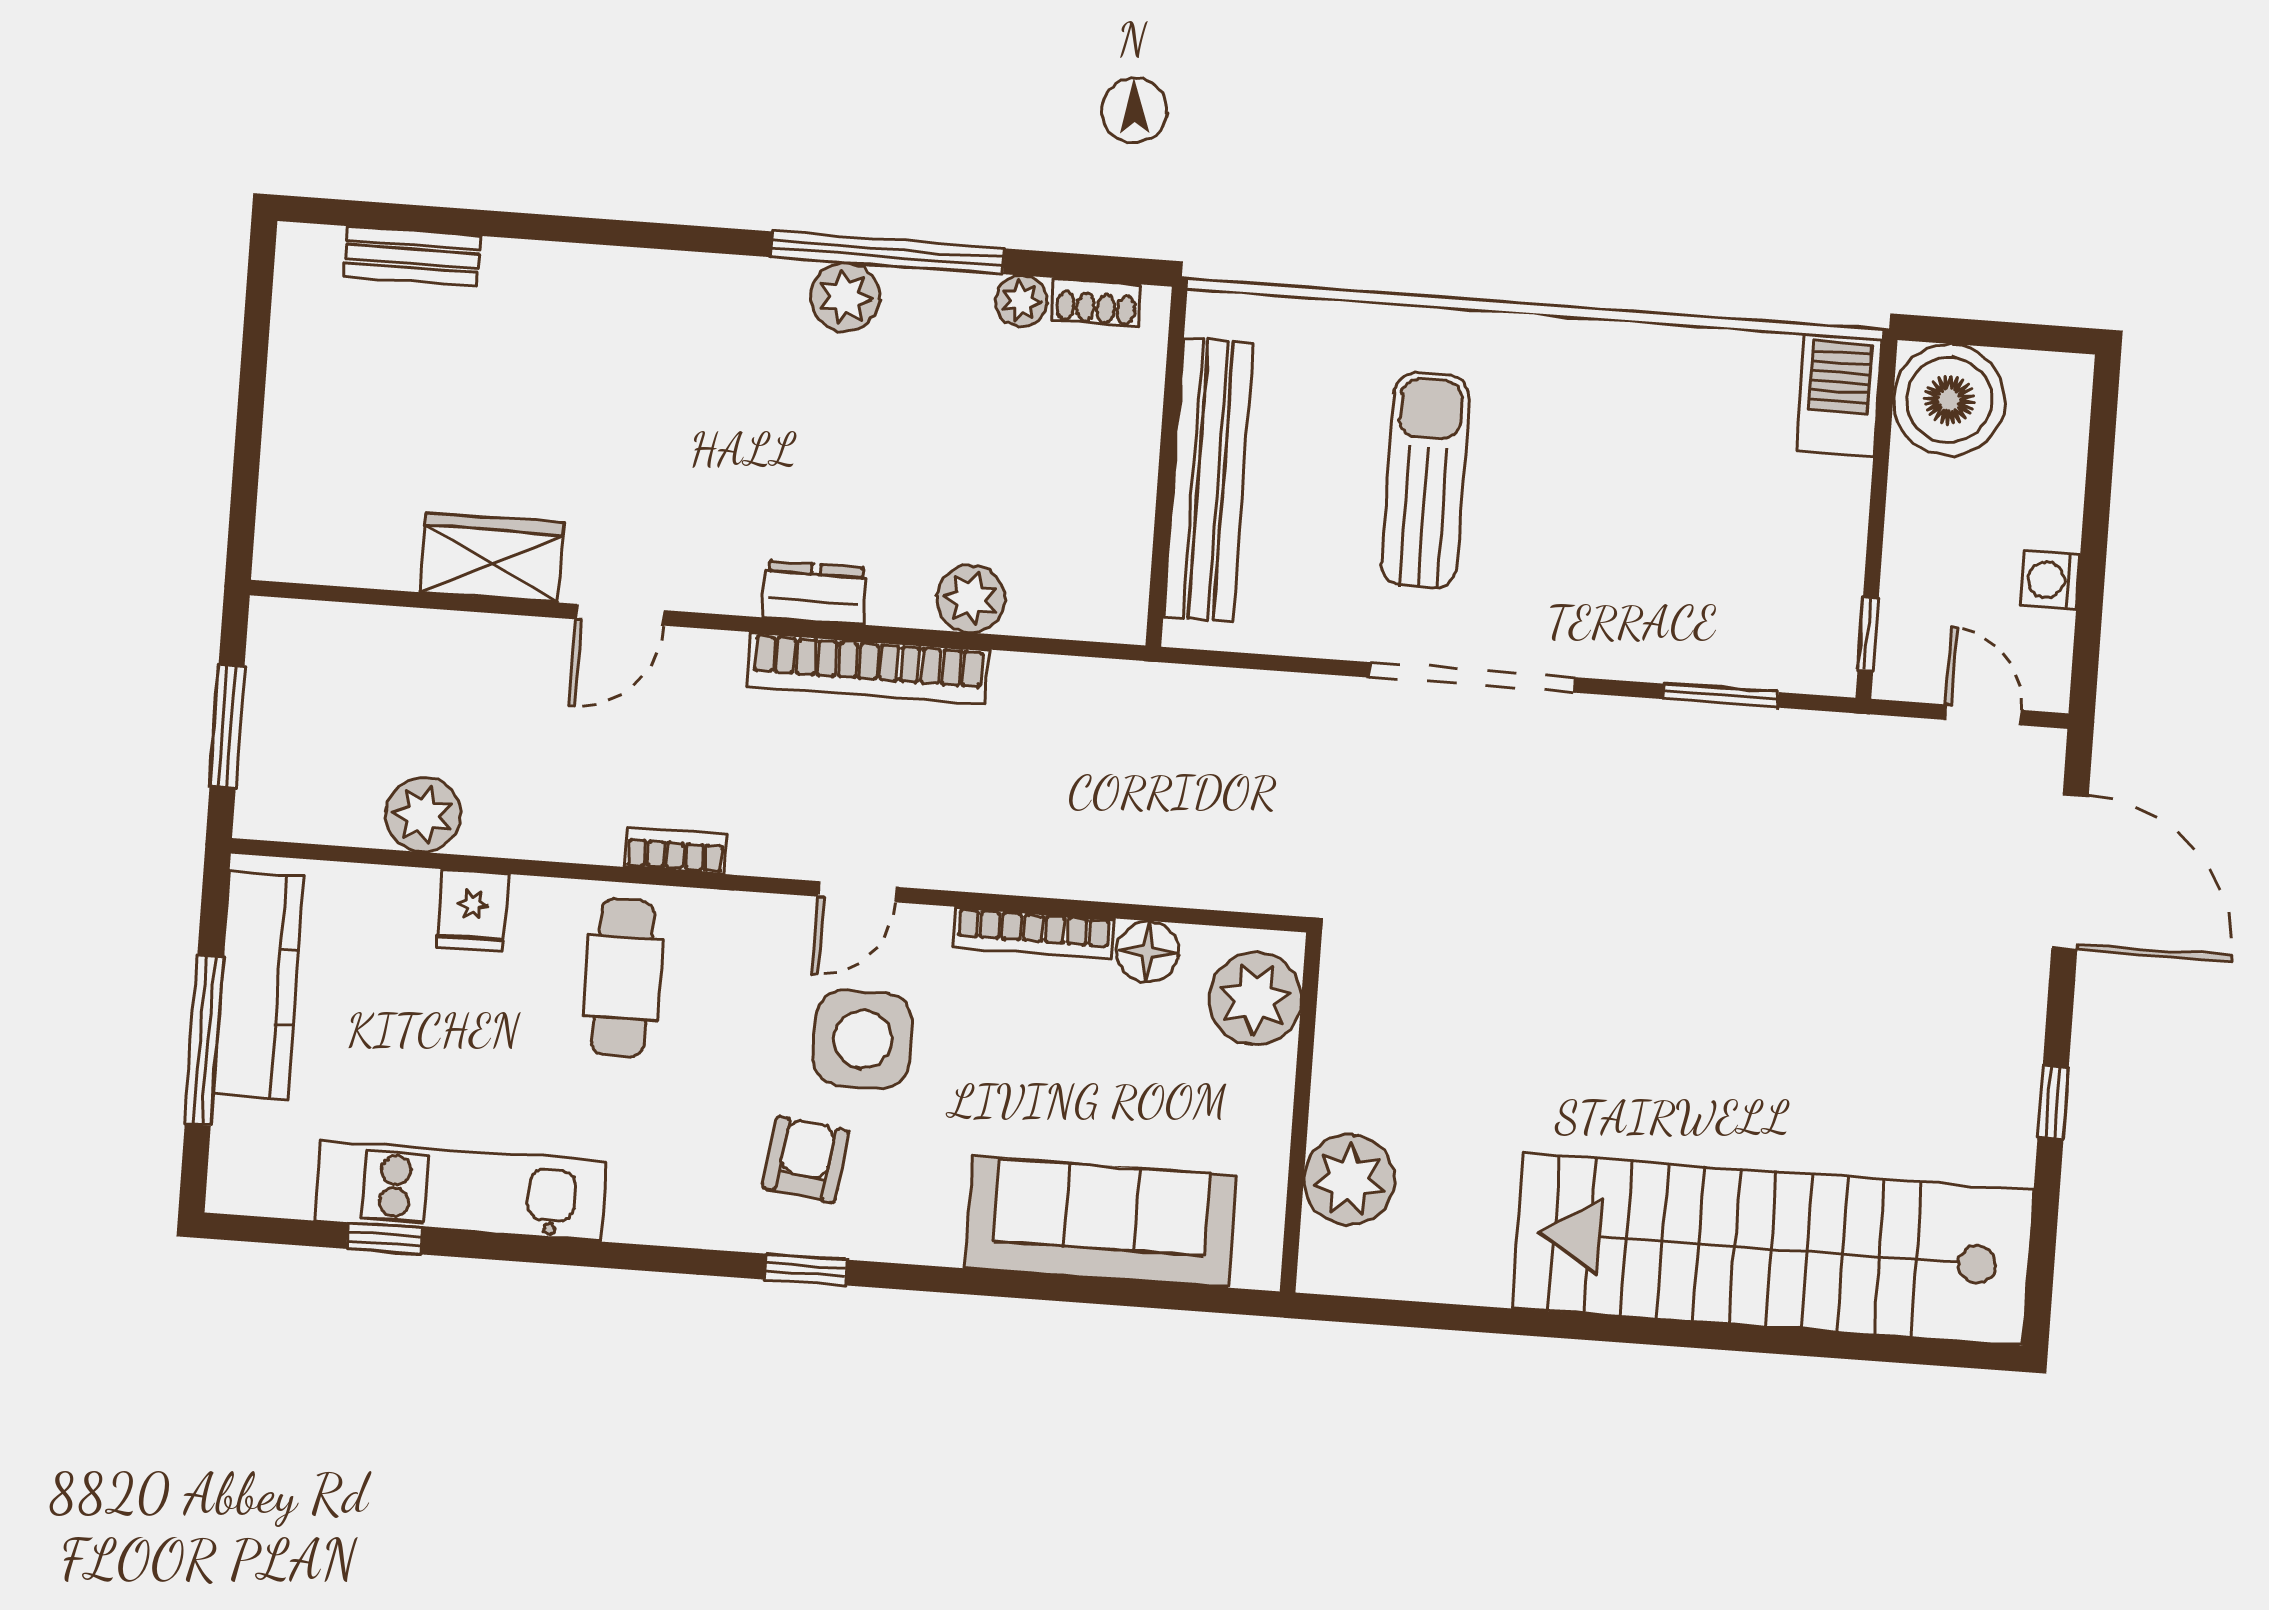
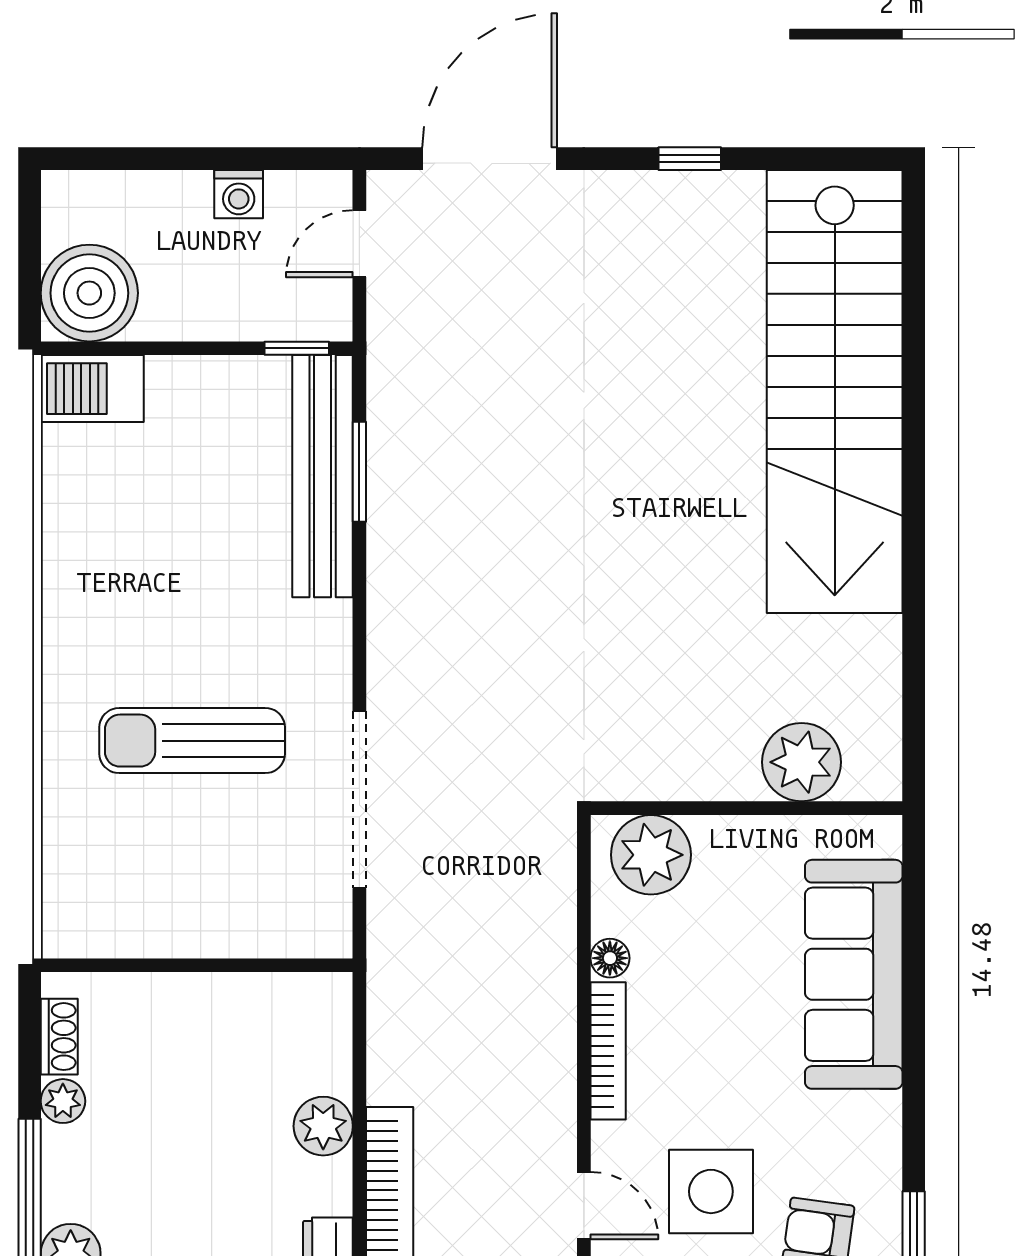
bench: (1208, 480) -> (323, 476), moved, turned 90
doorway: (1472, 677) -> (359, 800), moved
floor lamp: (1147, 952) -> (610, 958), width x0.73, depth x0.73

